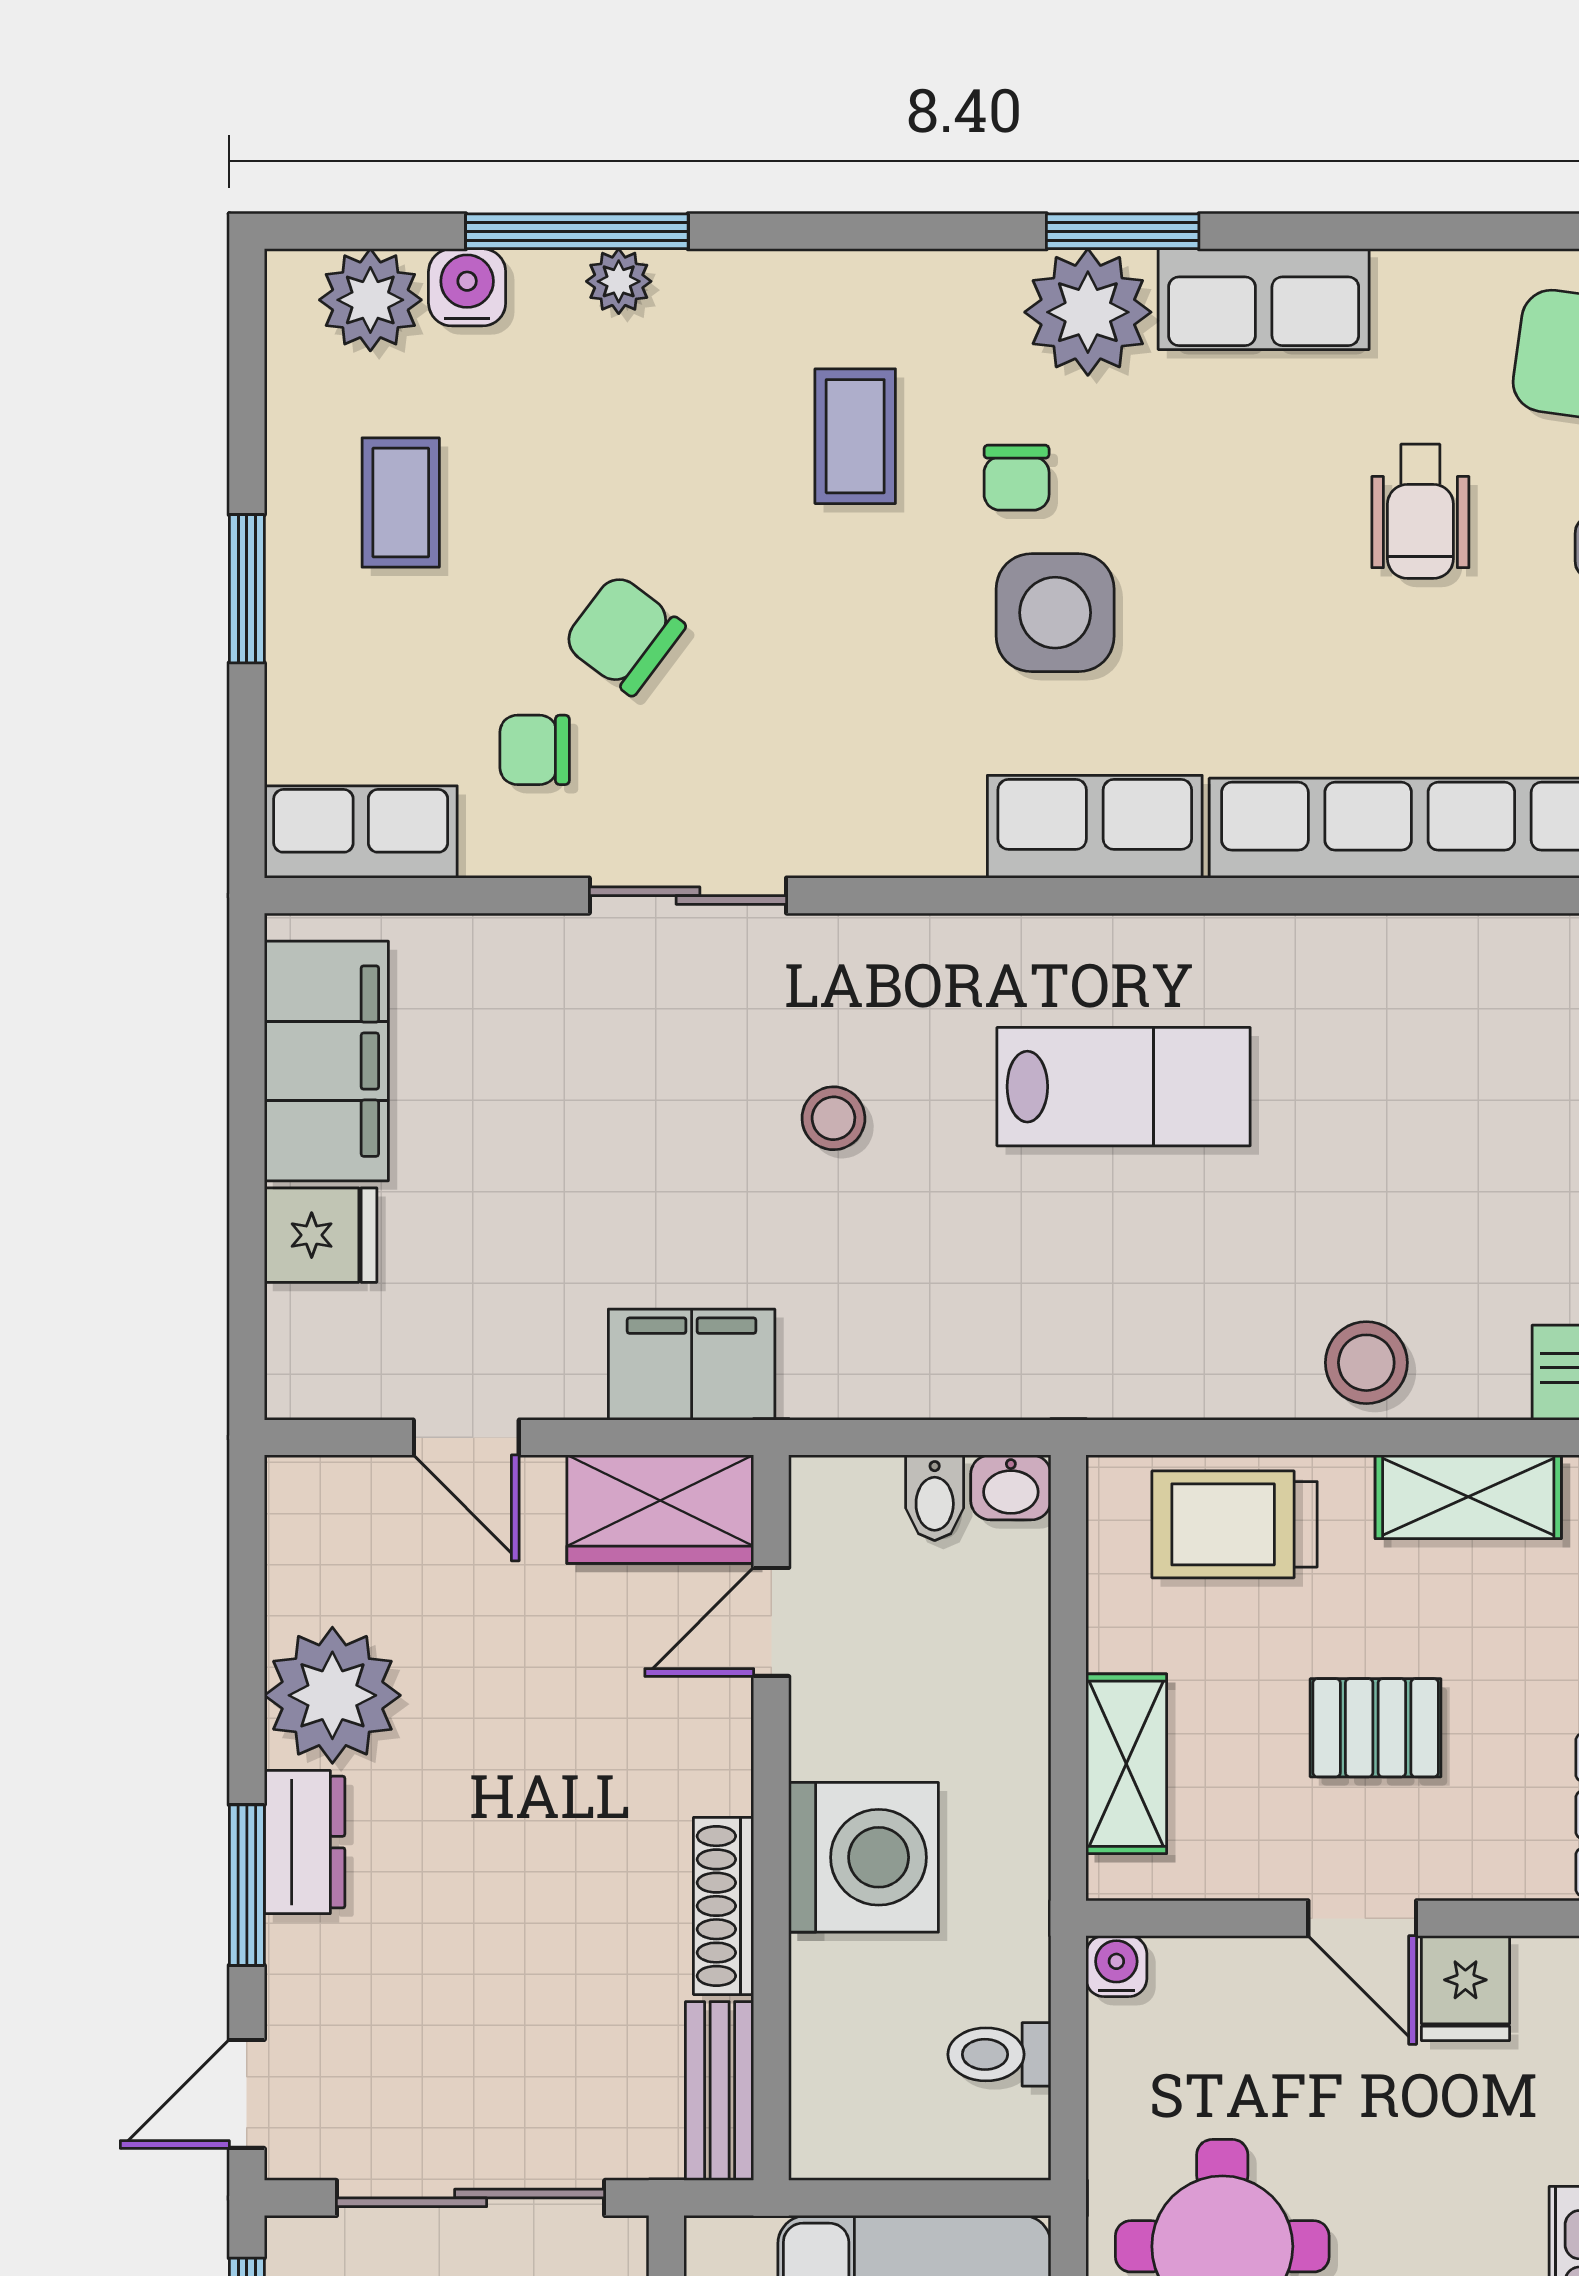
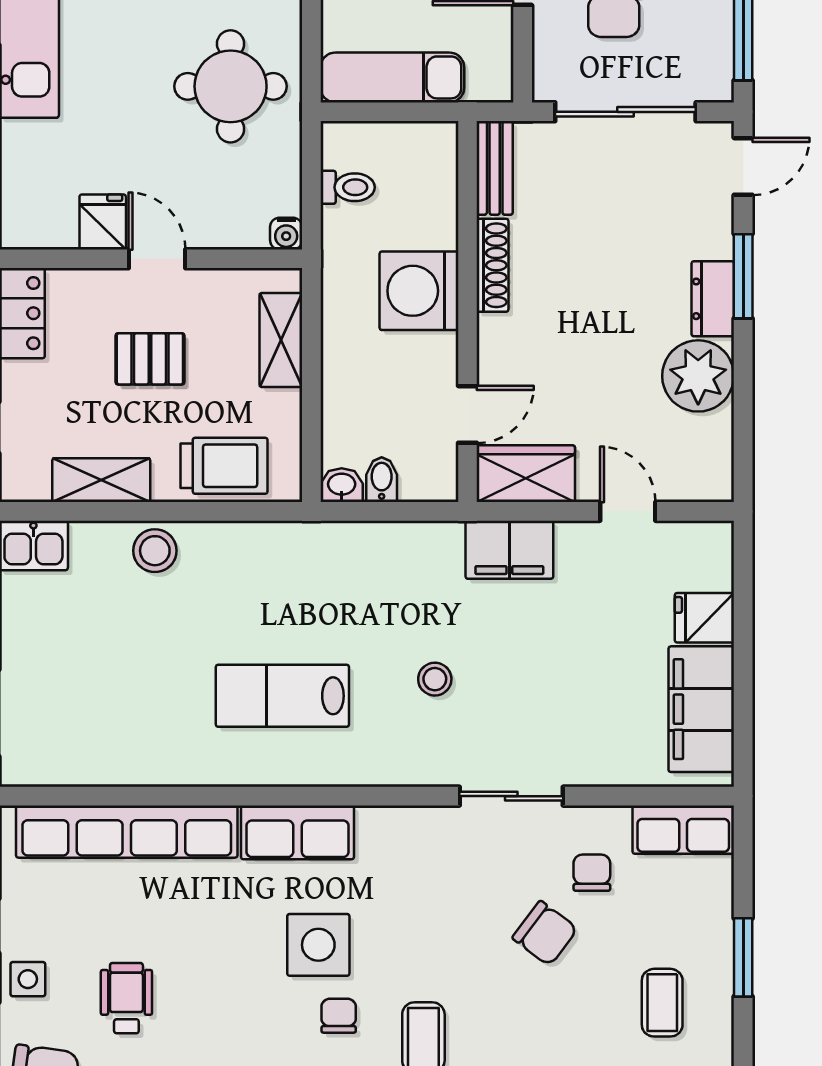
chair: (535, 750) -> (592, 873), turned -90

